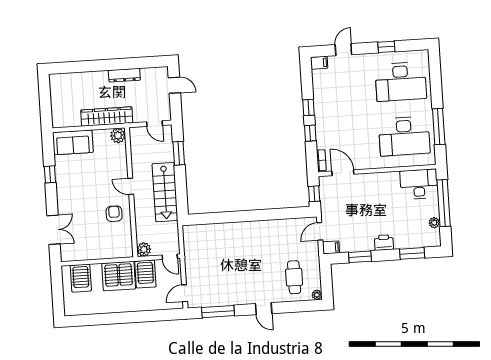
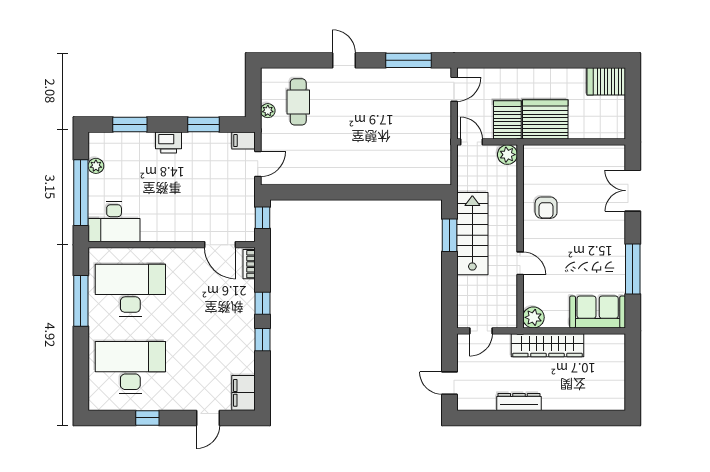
filing cabinet: (319, 63) -> (243, 393), width x2.00
door: (154, 124) -> (481, 331), swing flipped
window: (179, 153) -> (449, 235), moved
window: (50, 174) -> (633, 269), width x2.17
door: (131, 186) -> (520, 263), moved
server rack: (81, 278) -> (606, 81), moved, turned -90
plant: (317, 295) -> (268, 111), moved

